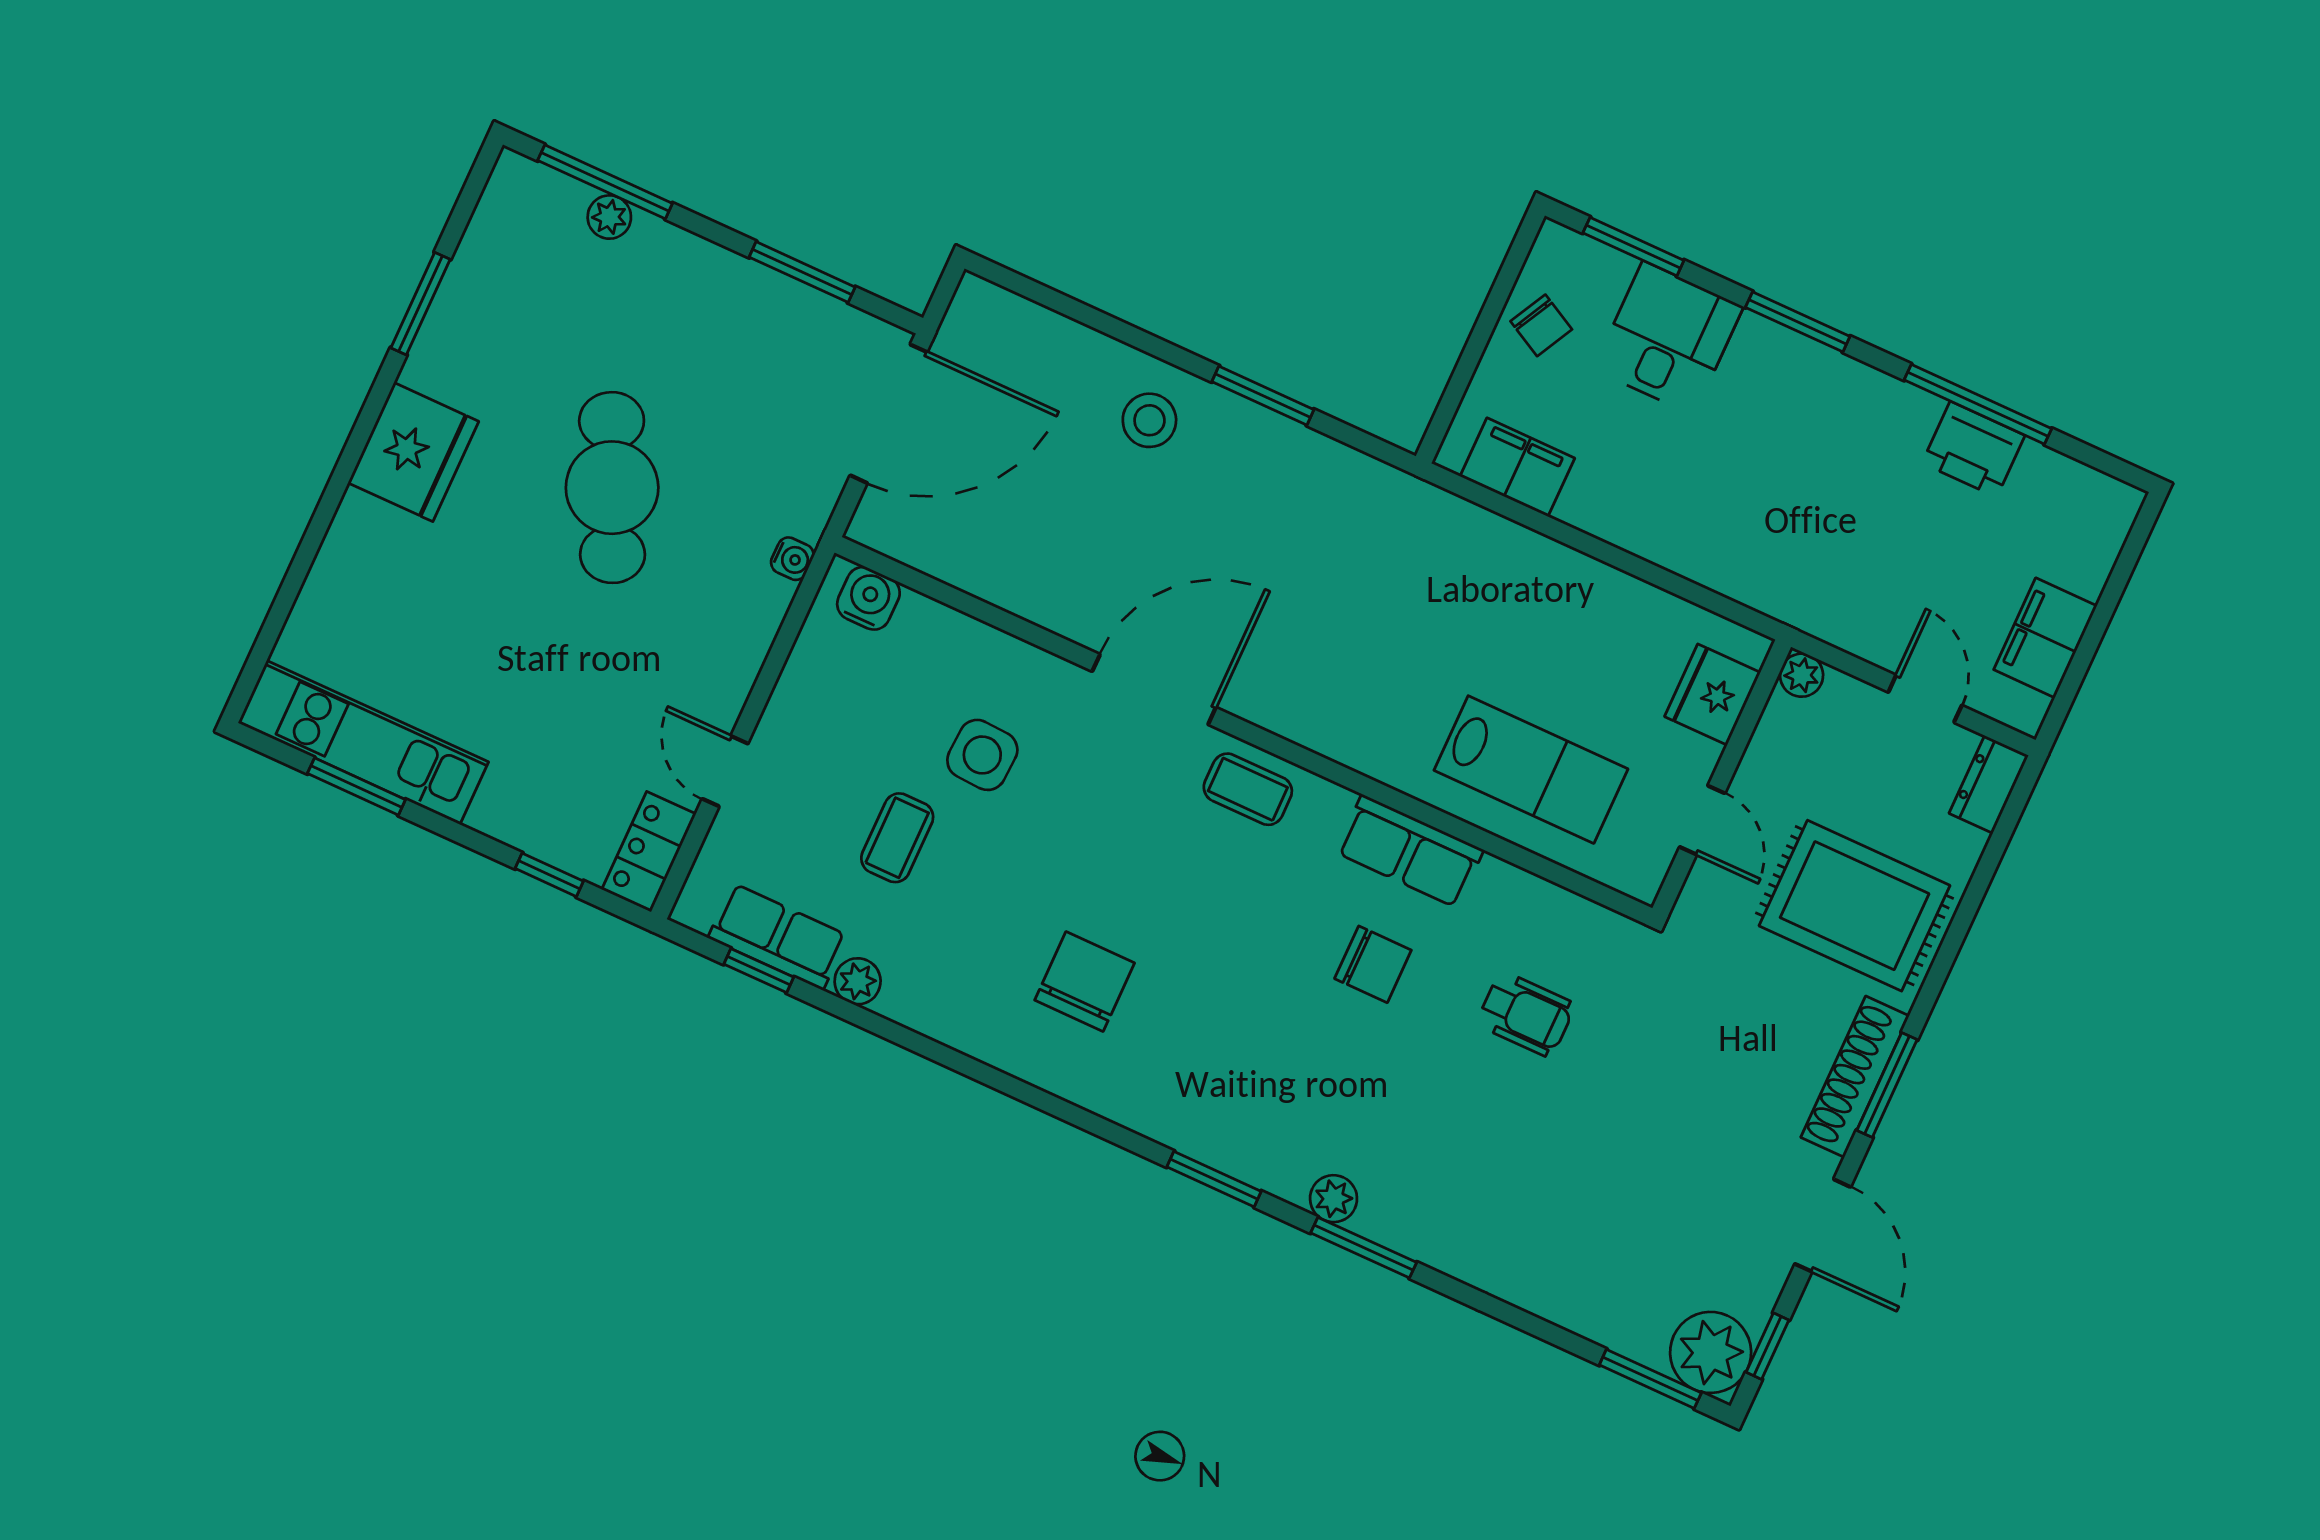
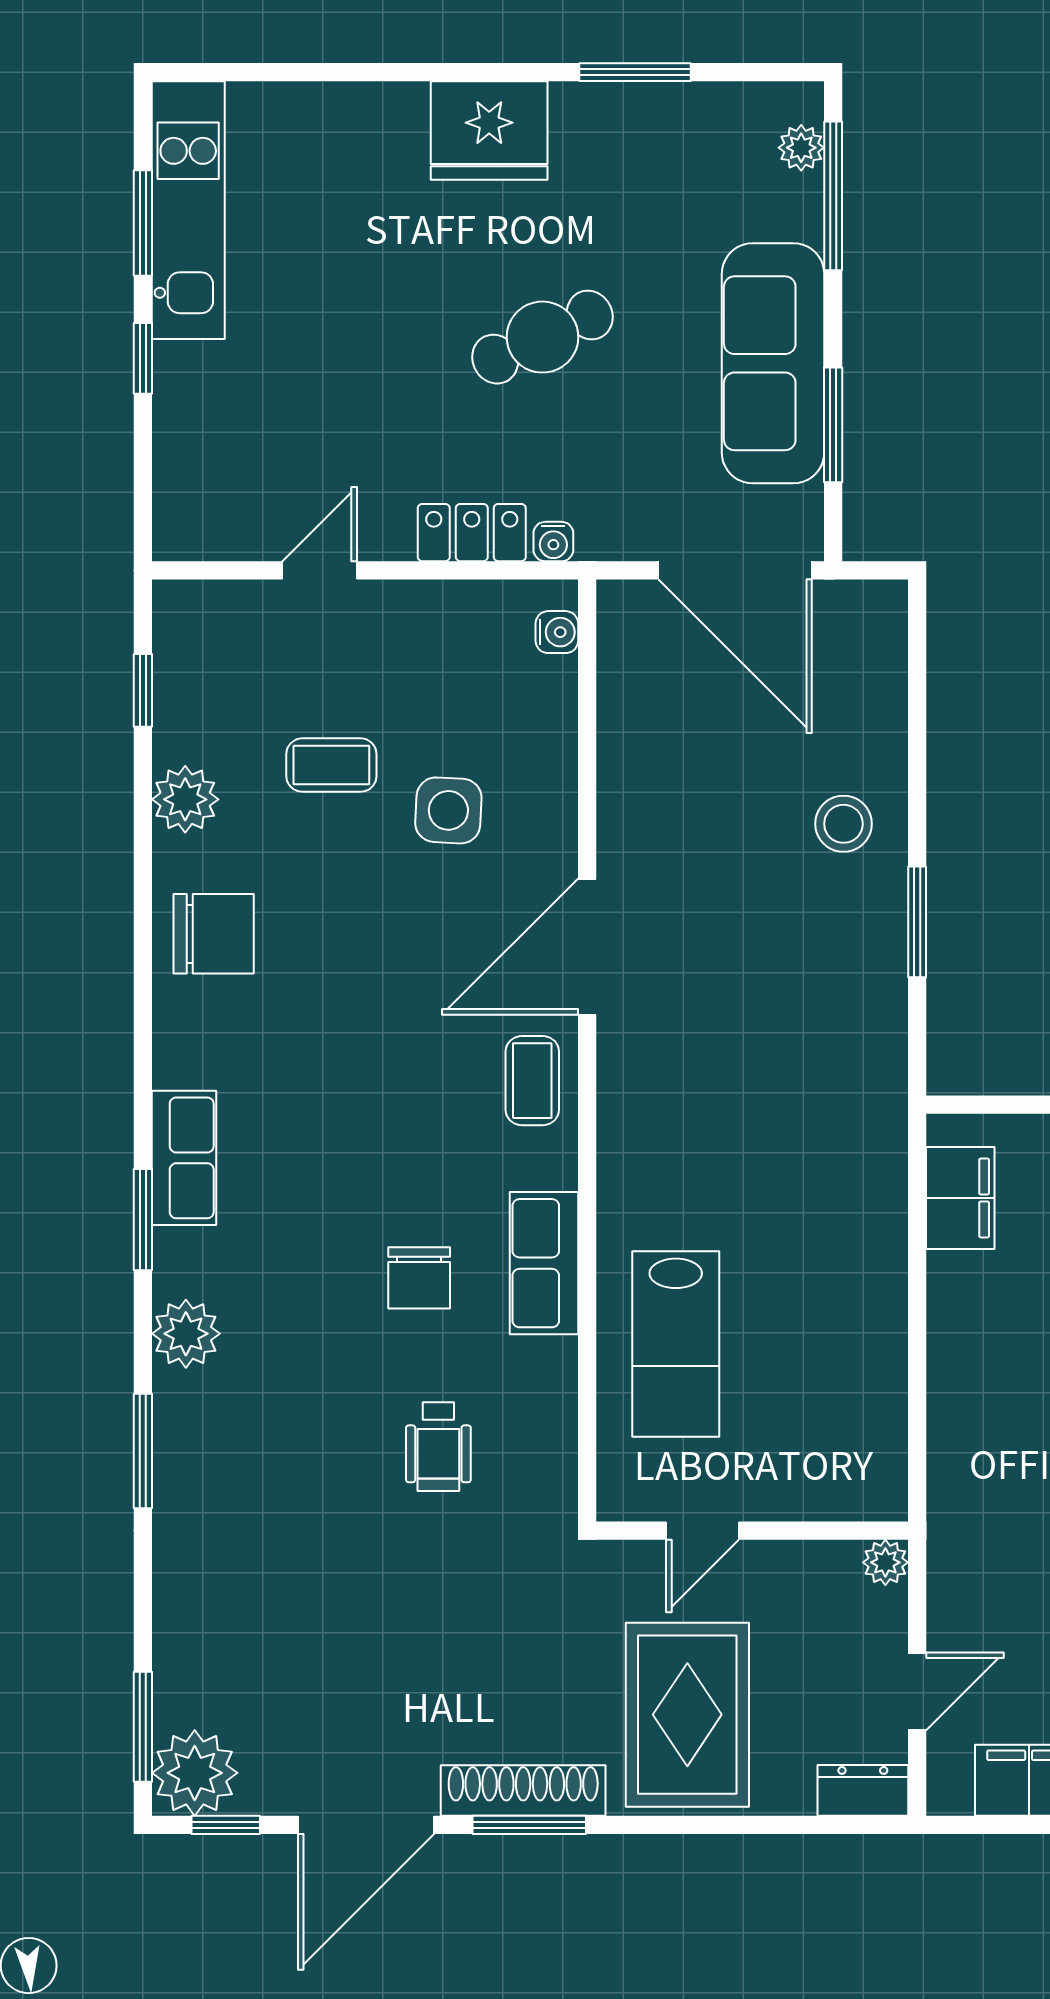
plant: (609, 217) -> (801, 148), moved
sofa: (725, 300) -> (773, 363), added
cafe table: (612, 488) -> (542, 337), width x0.73, depth x0.74
water cooler: (868, 598) -> (557, 632), width x0.72, depth x0.72
door: (1154, 689) -> (587, 947), swing flipped
fridge: (1712, 694) -> (828, 1485), removed
locker: (649, 852) -> (472, 533), moved
window: (549, 875) -> (143, 358), moved
row of seats: (778, 937) -> (184, 1158), moved
plant: (858, 981) -> (185, 799), width x1.38, depth x1.38
chair: (1085, 982) -> (214, 934), moved
plant: (1334, 1199) -> (186, 1334), width x1.38, depth x1.38
door: (1823, 1225) -> (366, 1825), width x1.36
window: (1364, 1248) -> (143, 1451), moved

